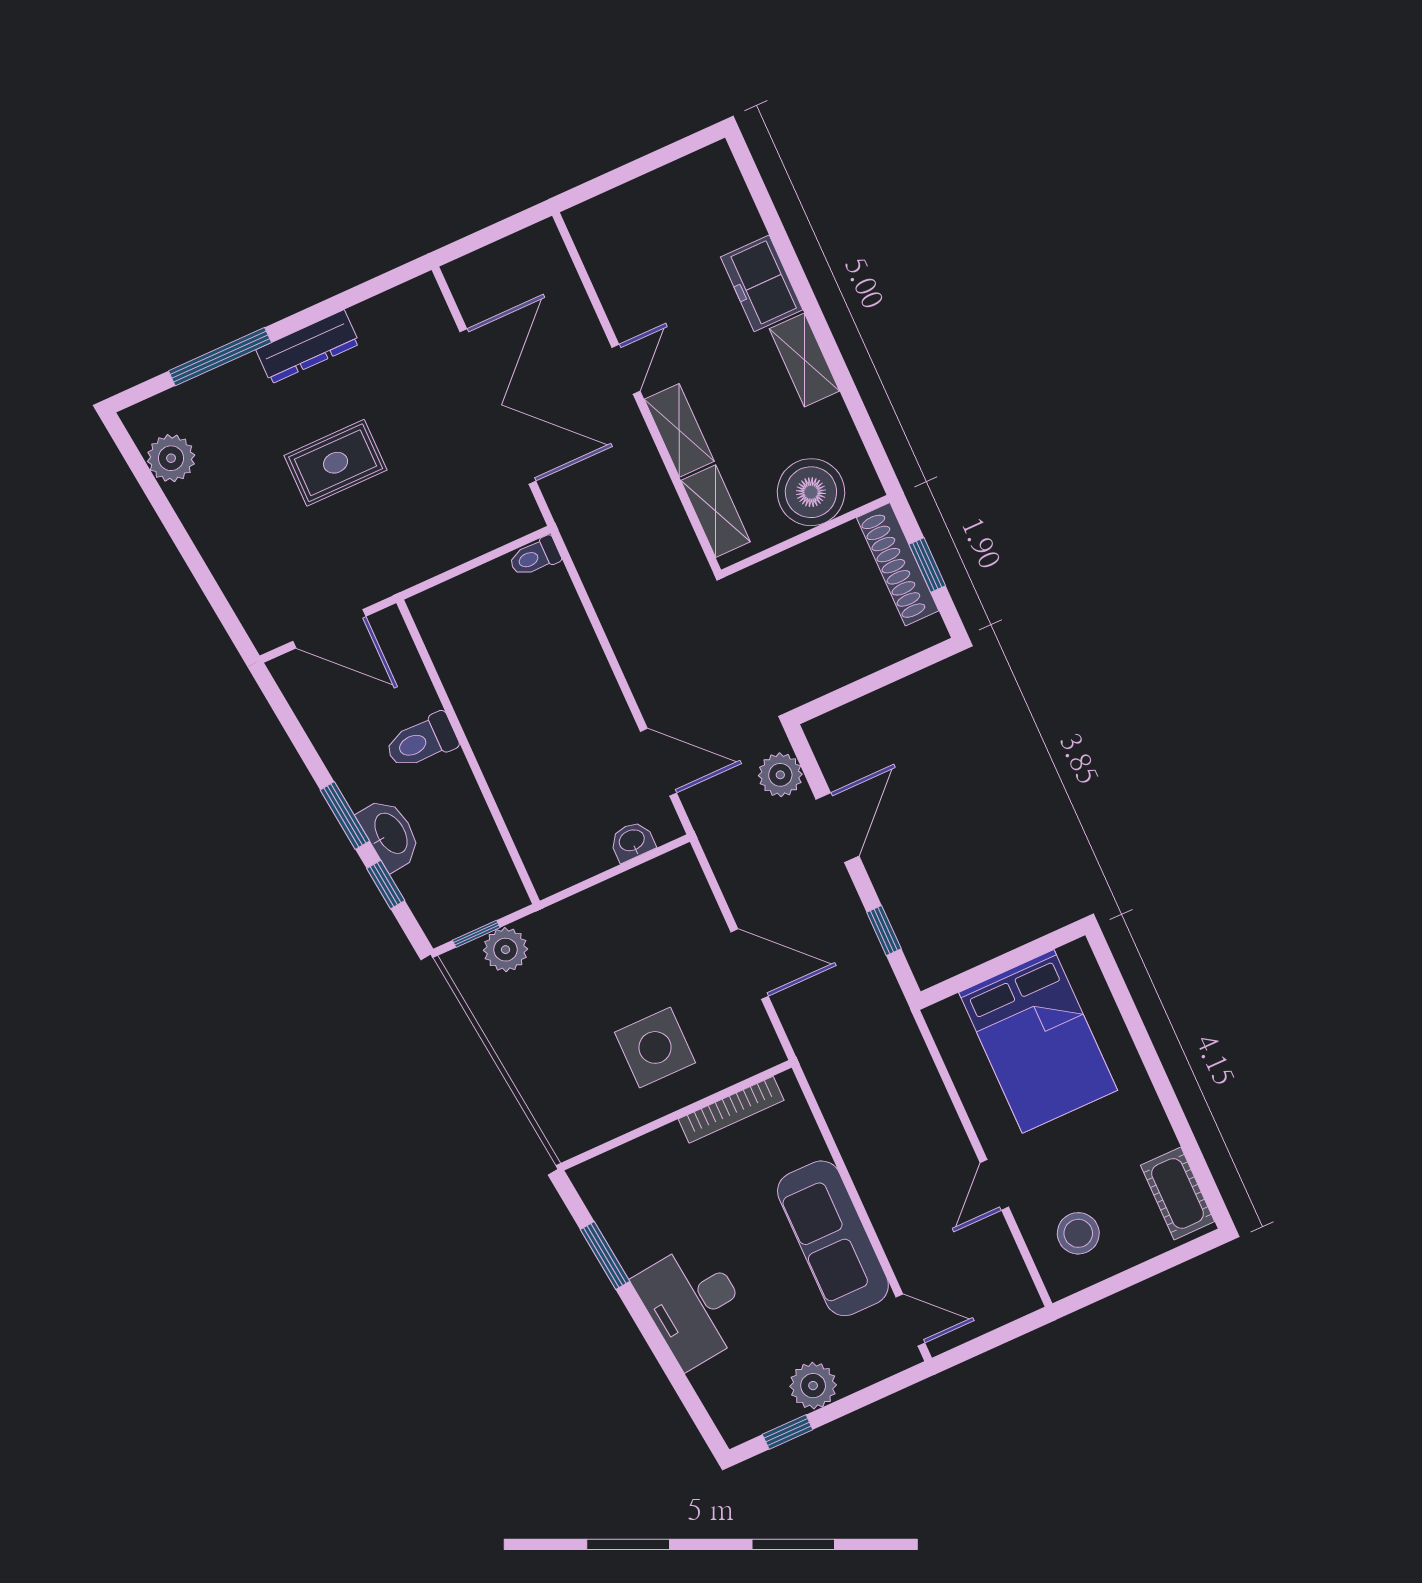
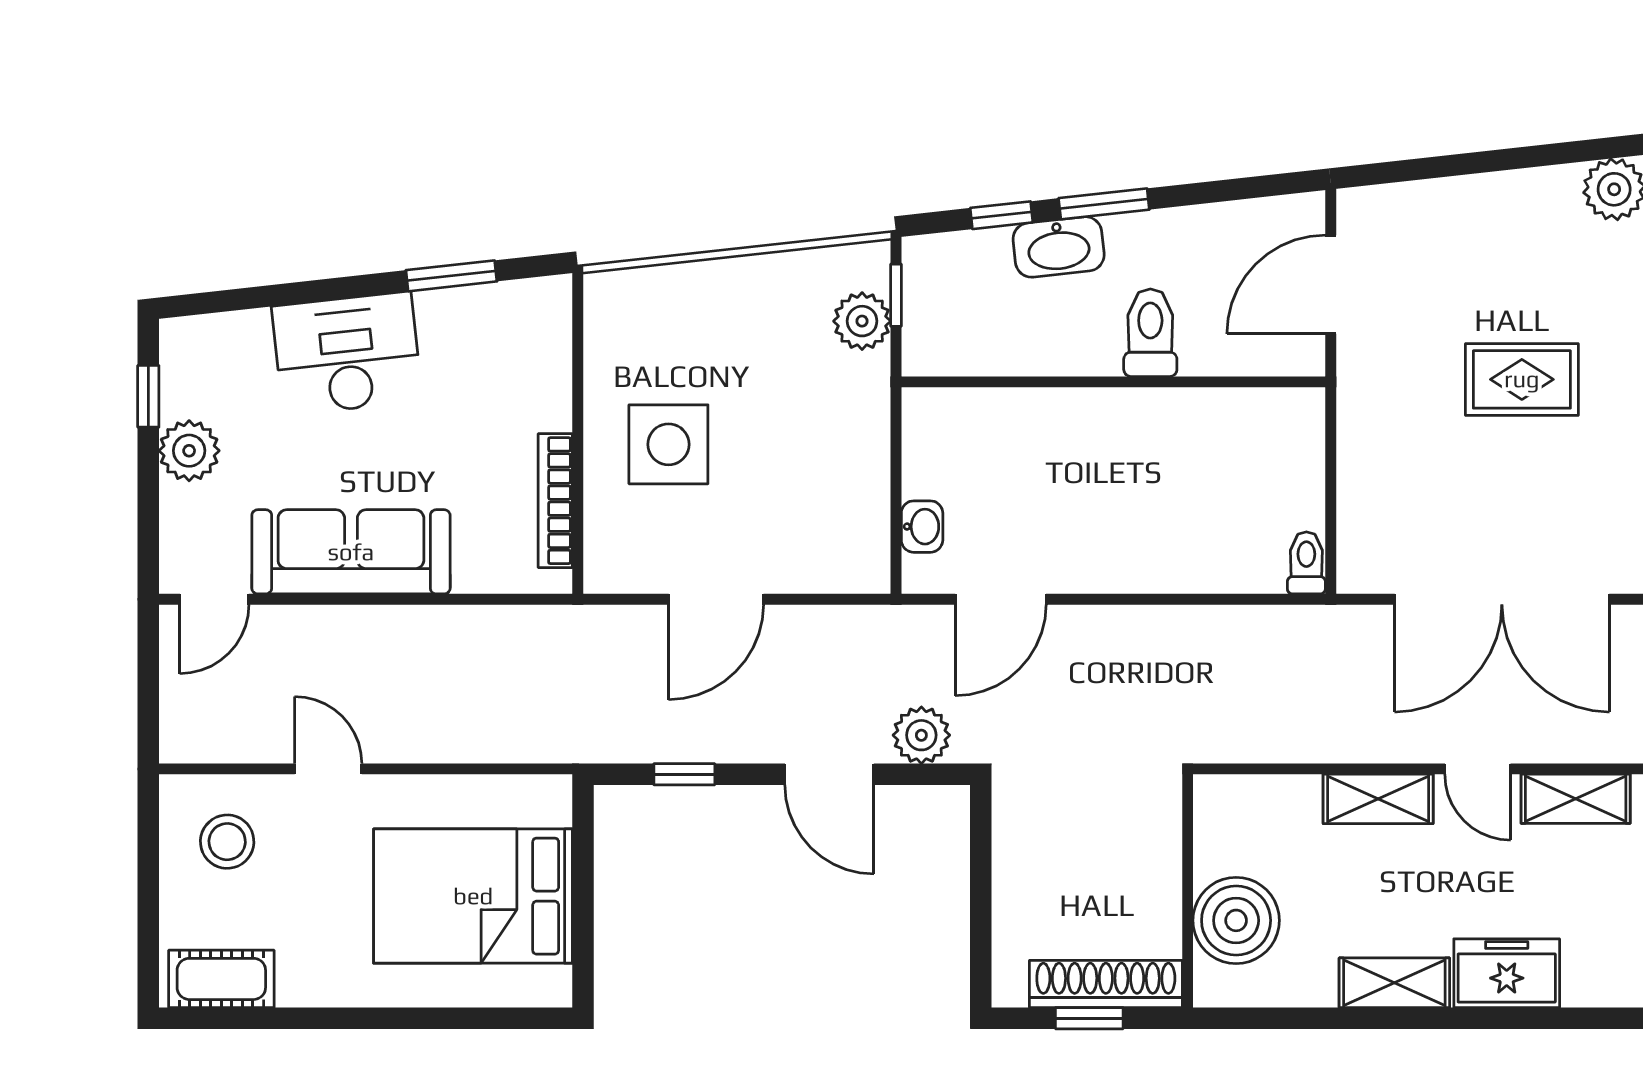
rug: (336, 463) -> (1522, 379), turned 90
shelving: (716, 511) -> (1576, 799), moved

